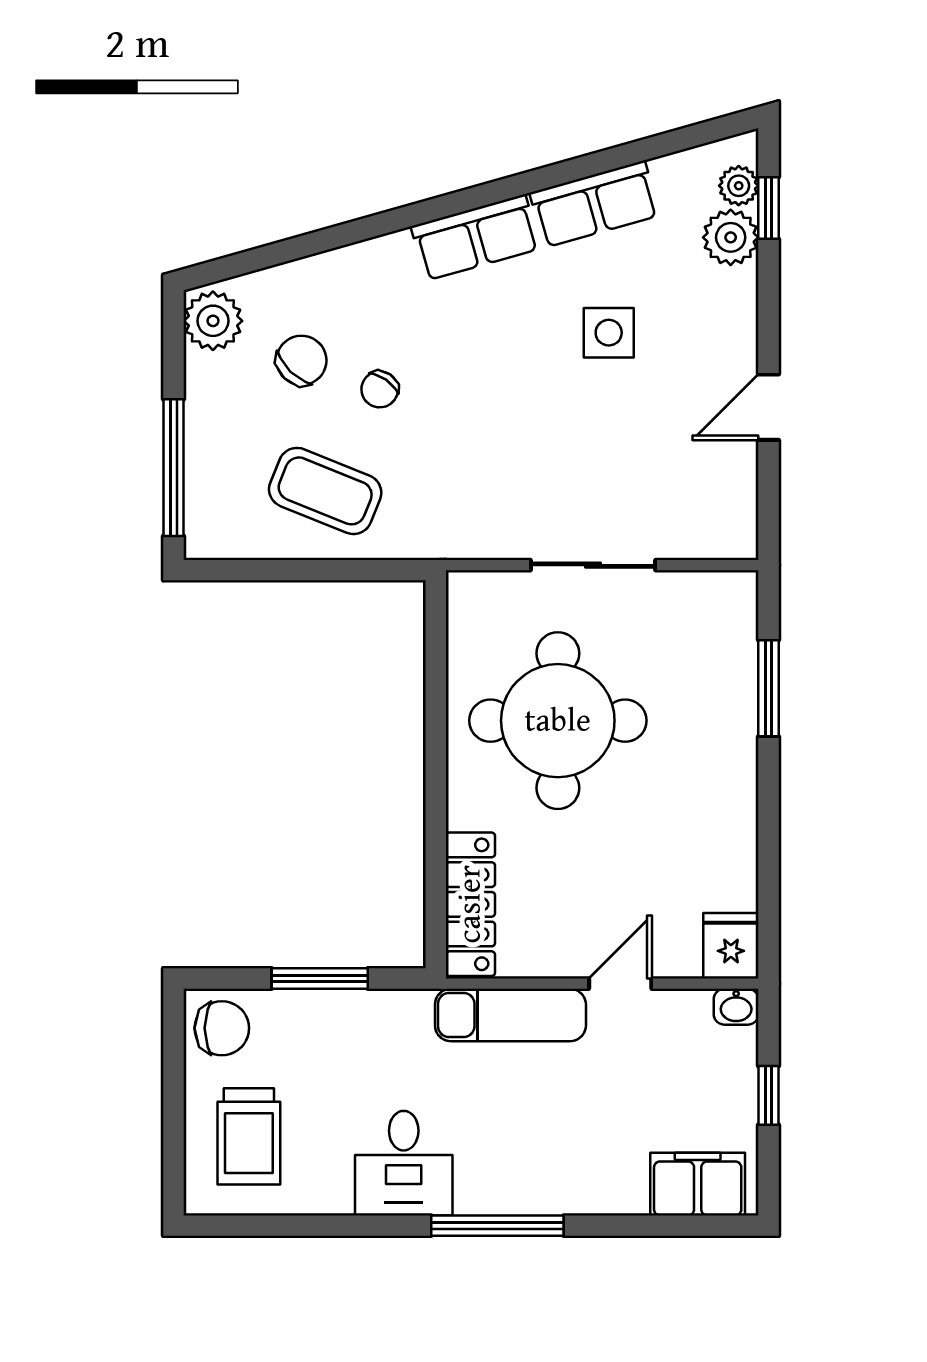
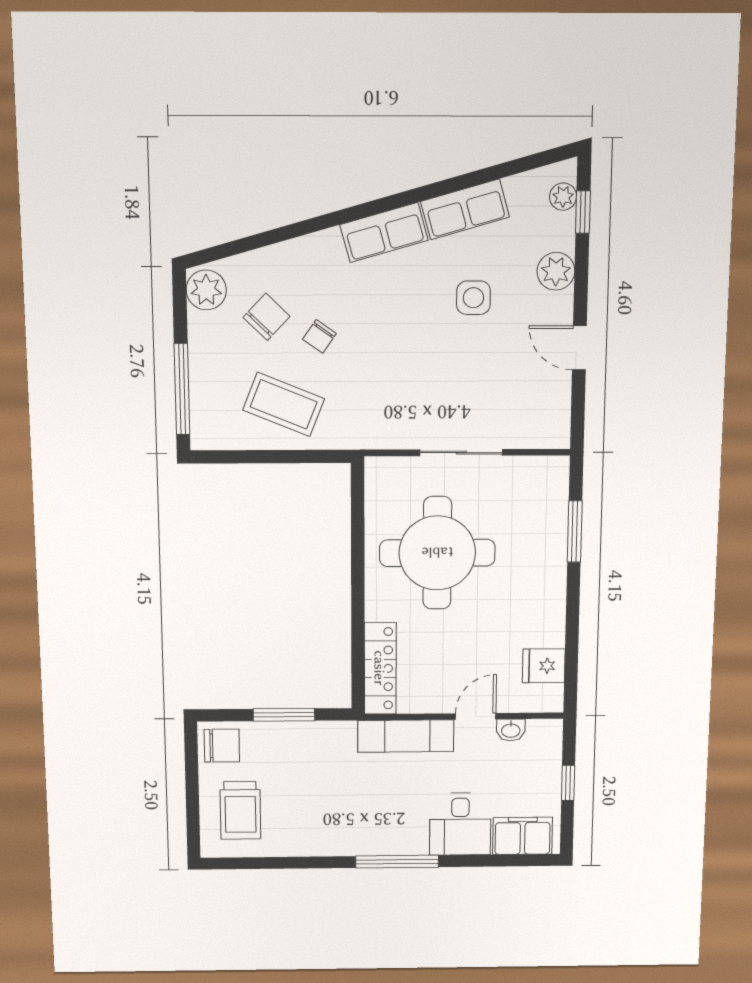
plant: (731, 237) -> (556, 271), moved
door: (769, 407) -> (579, 348), hinge flipped
fridge: (731, 946) -> (544, 666), moved, turned -90
washbasin: (736, 1007) -> (511, 730), moved
desk: (404, 1163) -> (460, 824), moved

